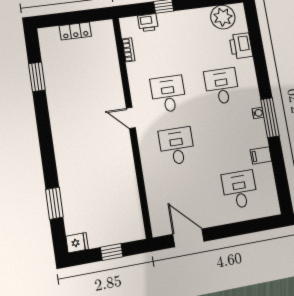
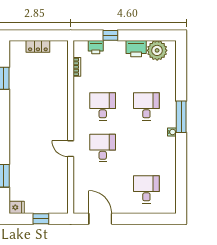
printer: (241, 46) -> (136, 49), moved, turned -90
door: (131, 118) -> (71, 149), moved
window: (270, 118) -> (181, 117), moved
filing cabinet: (261, 155) -> (168, 166), removed

